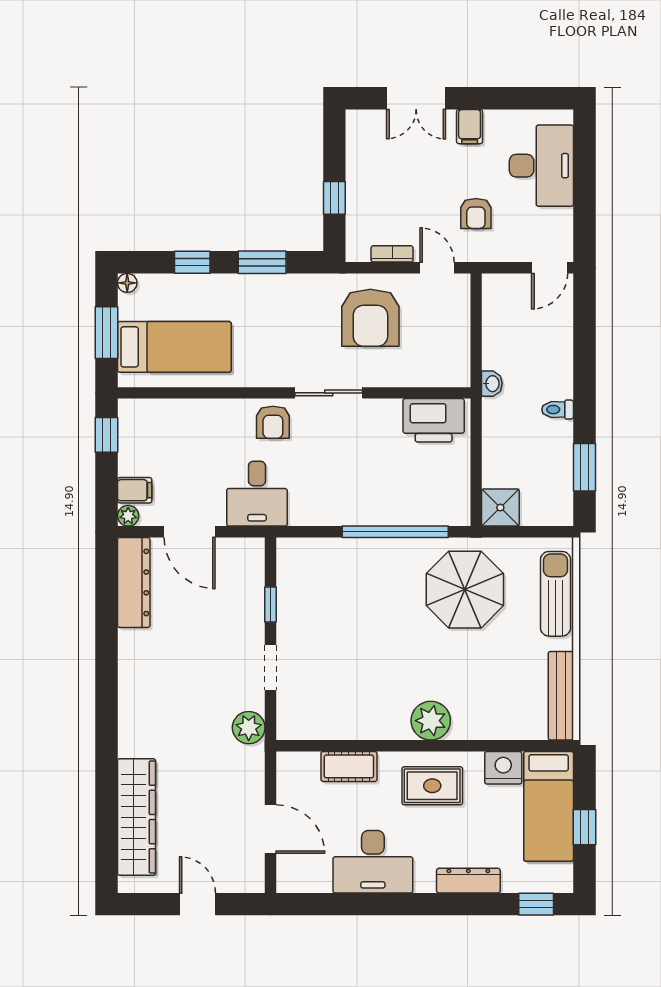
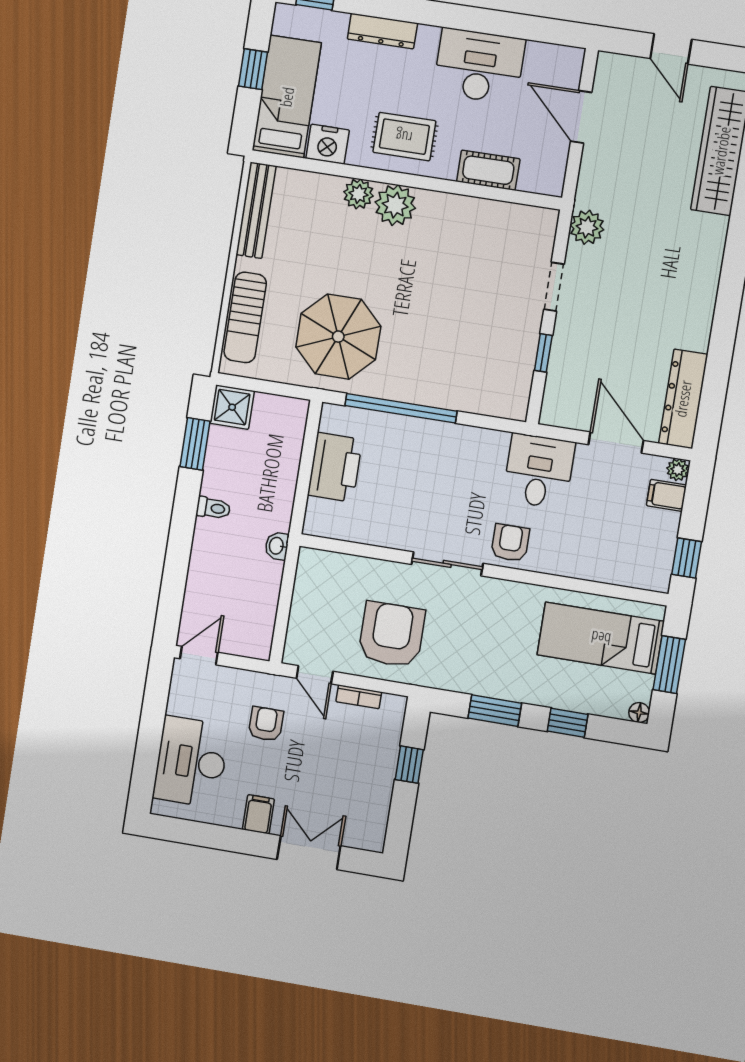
printer: (434, 420) -> (335, 467), moved, turned 90
shower: (500, 508) -> (232, 407), moved
plant: (467, 726) -> (358, 194), added

